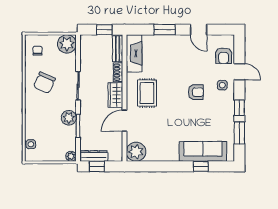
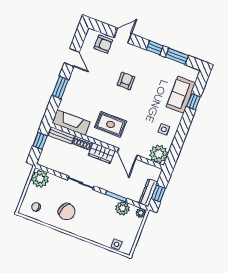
door: (199, 30) -> (72, 57), hinge flipped
side table: (222, 85) -> (164, 129), moved
plant: (69, 118) -> (122, 208), moved
sofa: (203, 151) -> (181, 95), width x0.73

